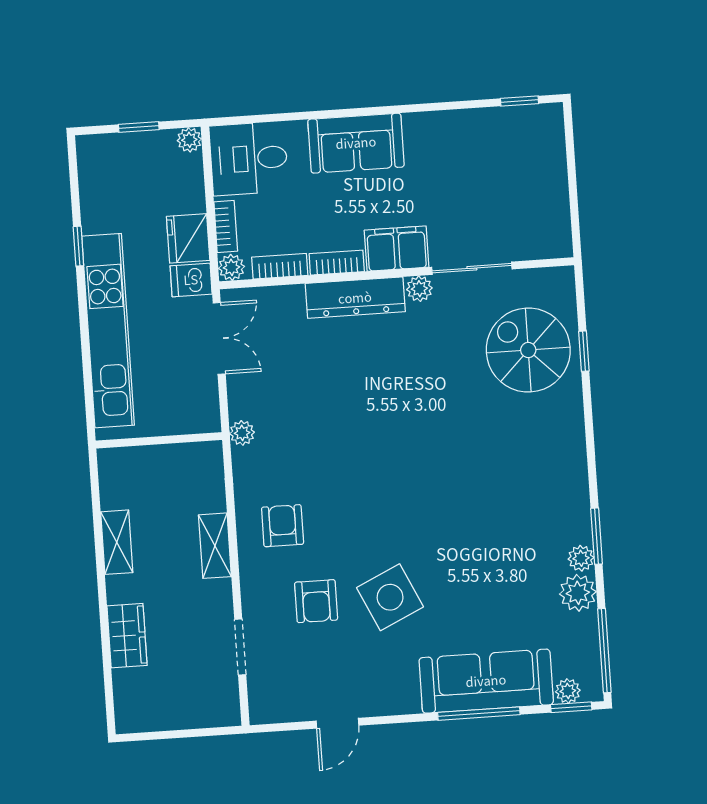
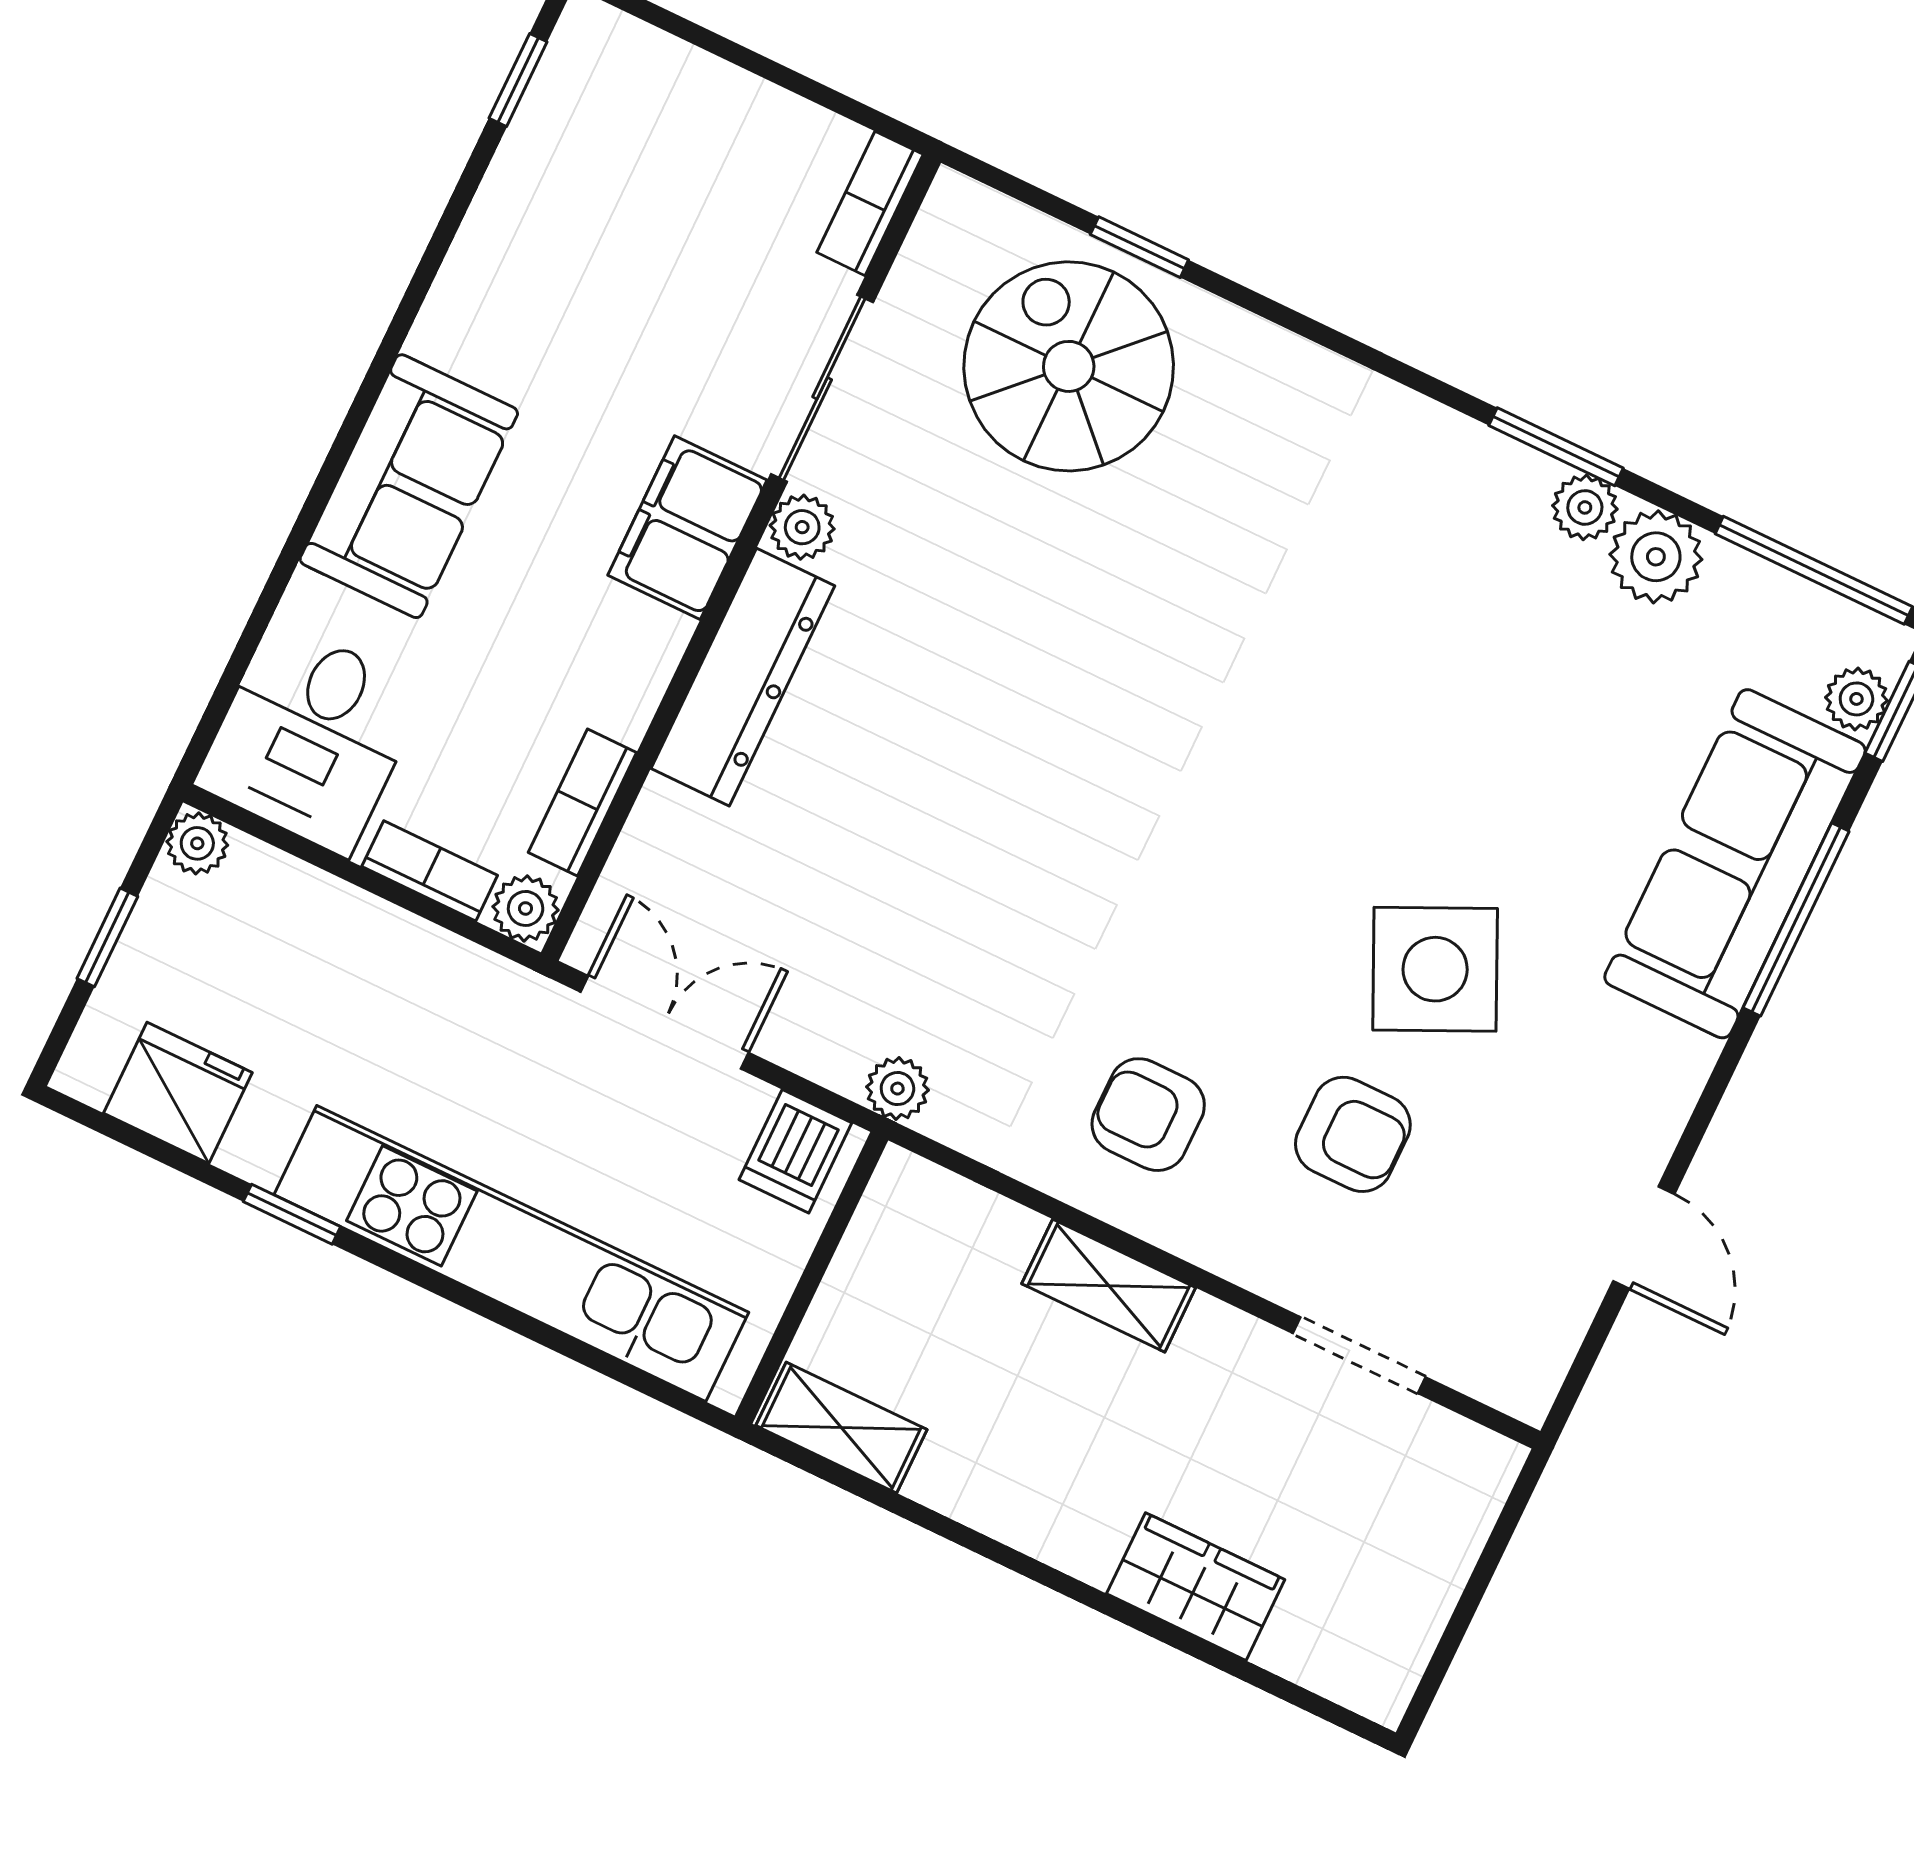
fridge: (188, 238) -> (178, 1093), moved, turned 180
bookcase: (337, 263) -> (870, 203), moved
dishwasher: (191, 280) -> (795, 1151), moved
spiral stairs: (528, 350) -> (1069, 366), turned 90
shelving: (117, 542) -> (841, 1428), moved

